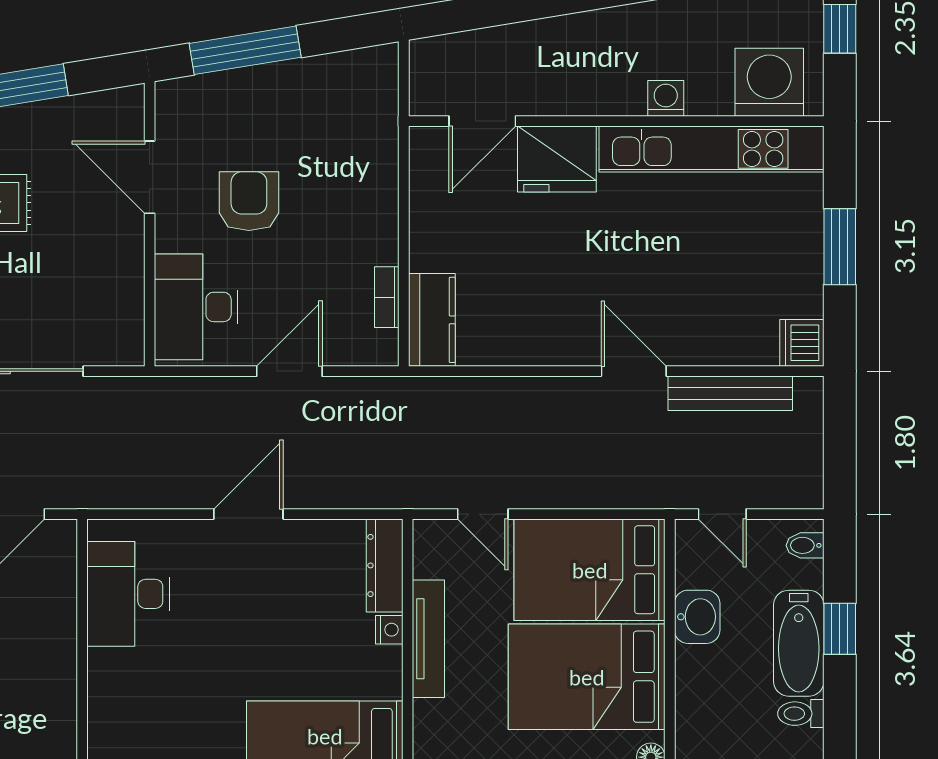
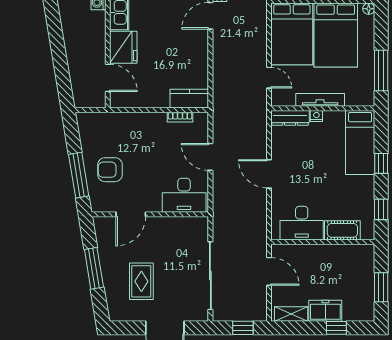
armchair: (249, 201) -> (110, 170), moved
door: (483, 514) -> (269, 78), hinge flipped
cot: (111, 693) -> (342, 230), added

